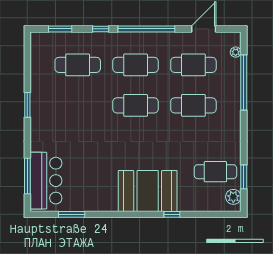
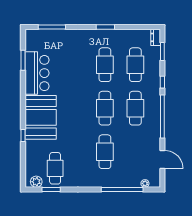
dresser: (41, 38) -> (156, 37), added
cafe table: (193, 65) -> (105, 65), moved
bar counter: (46, 181) -> (37, 73), moved, turned -90

